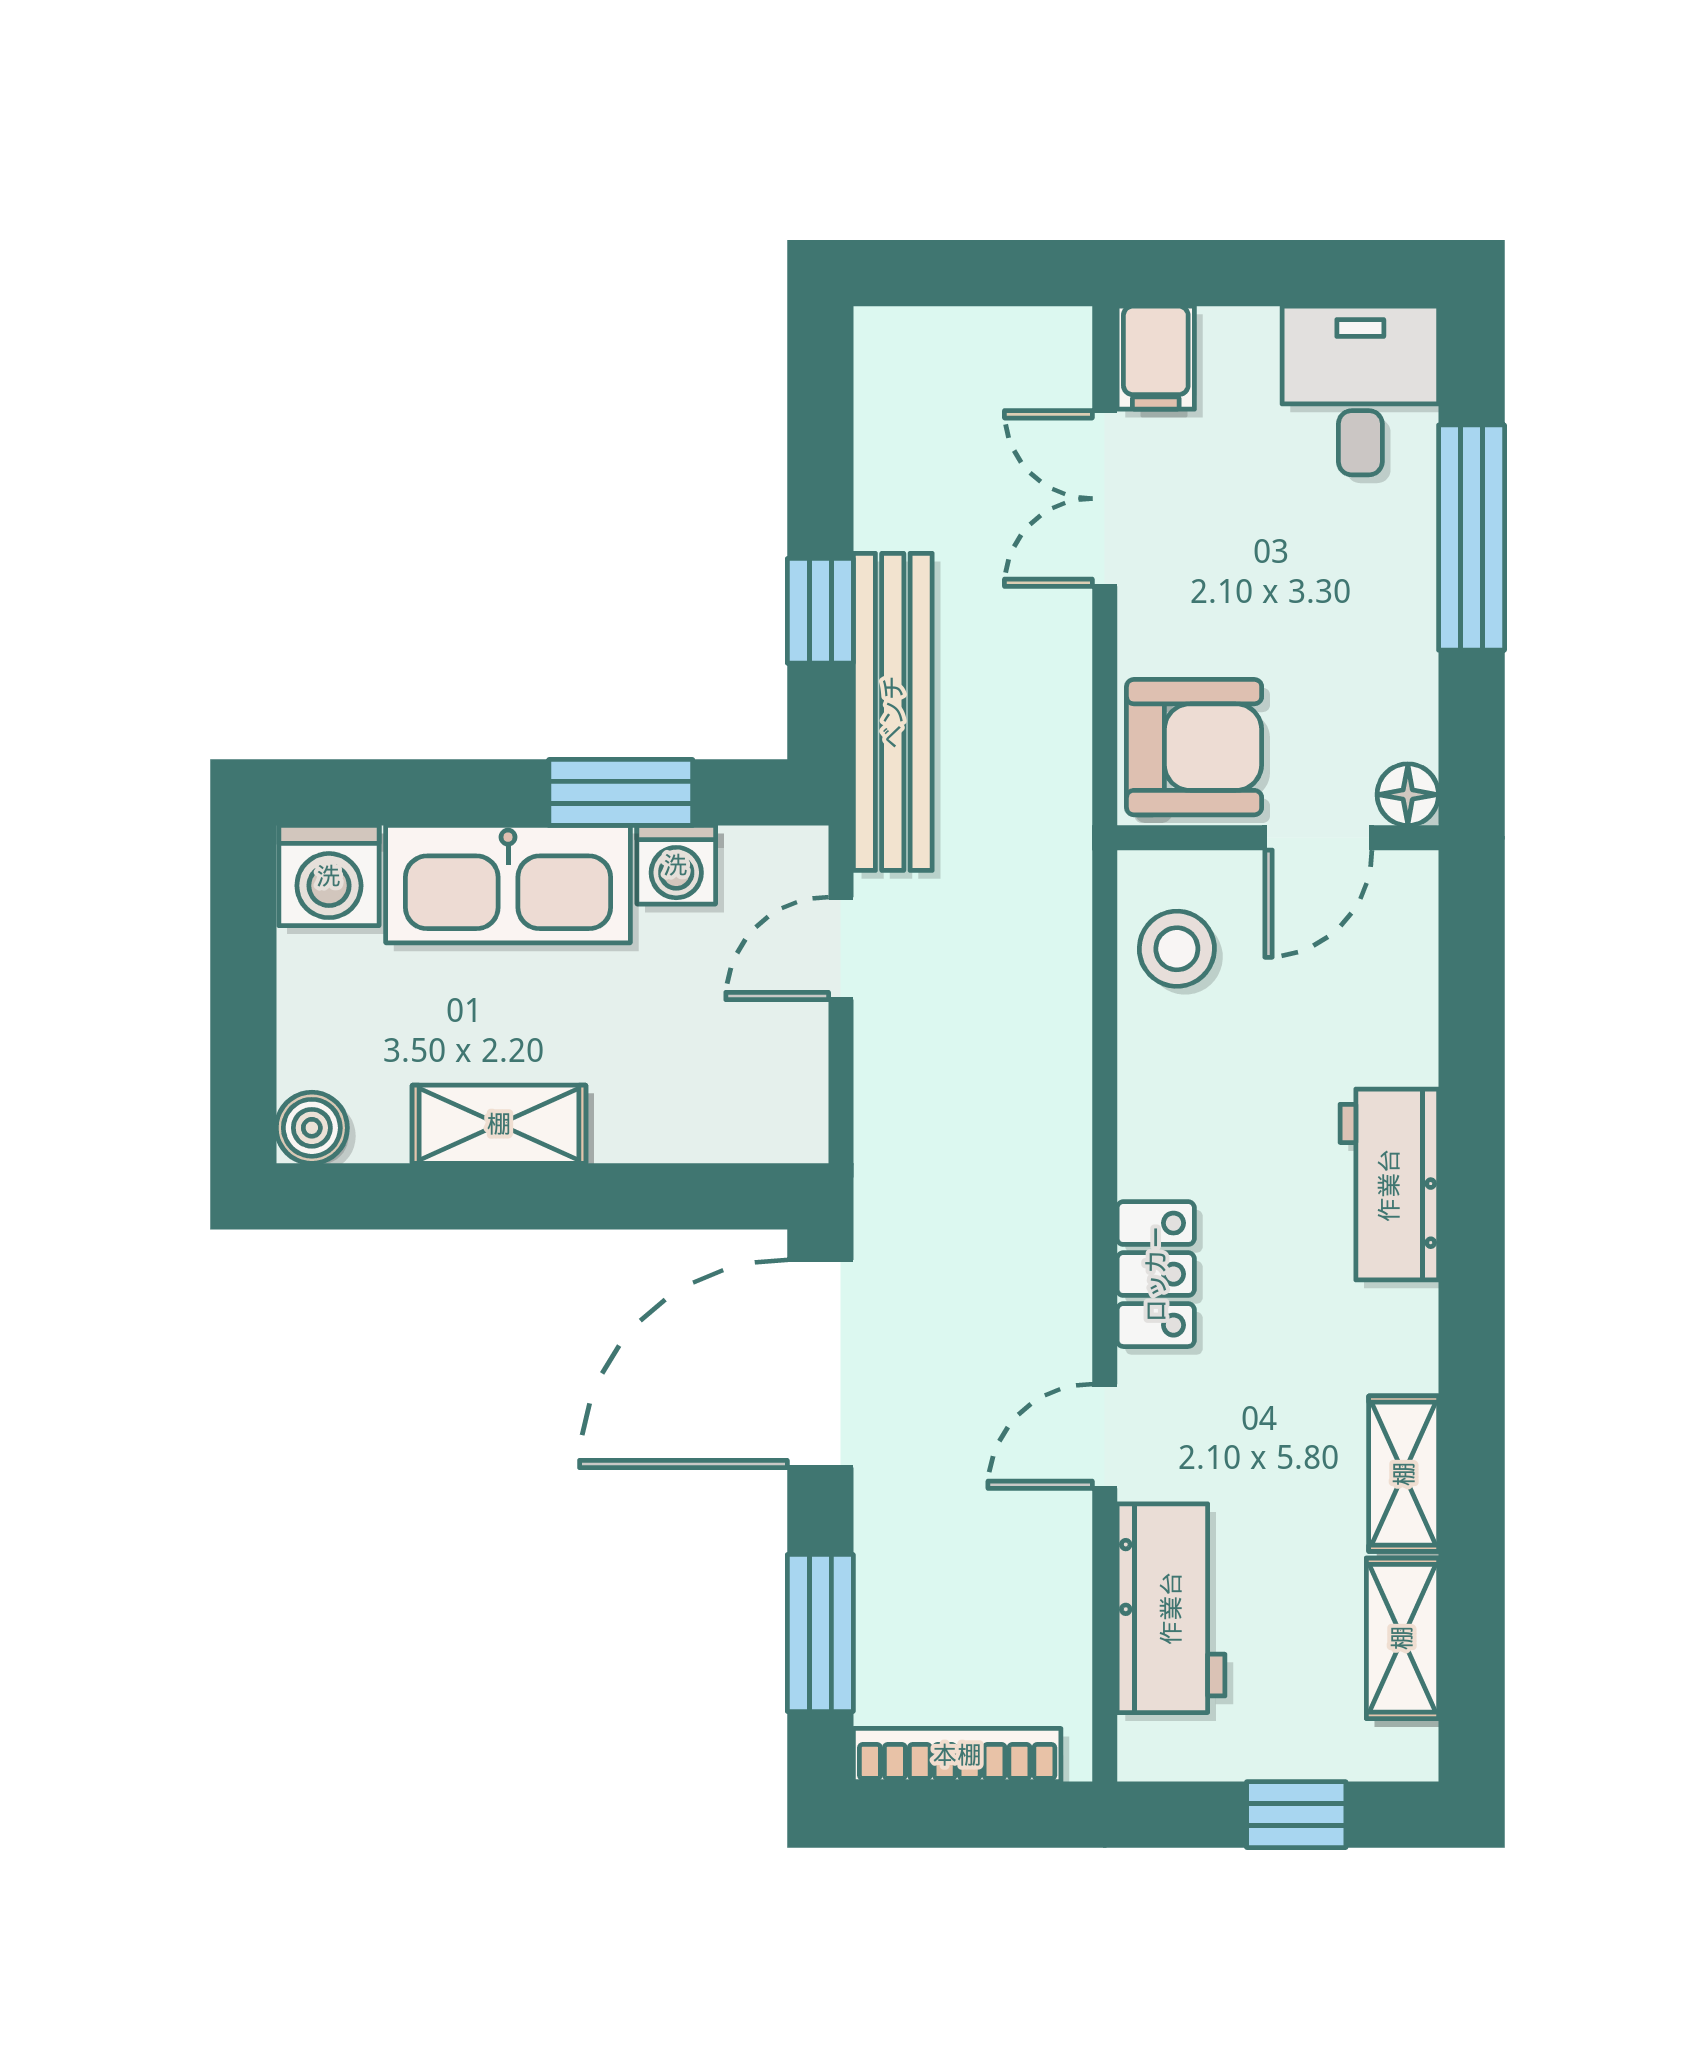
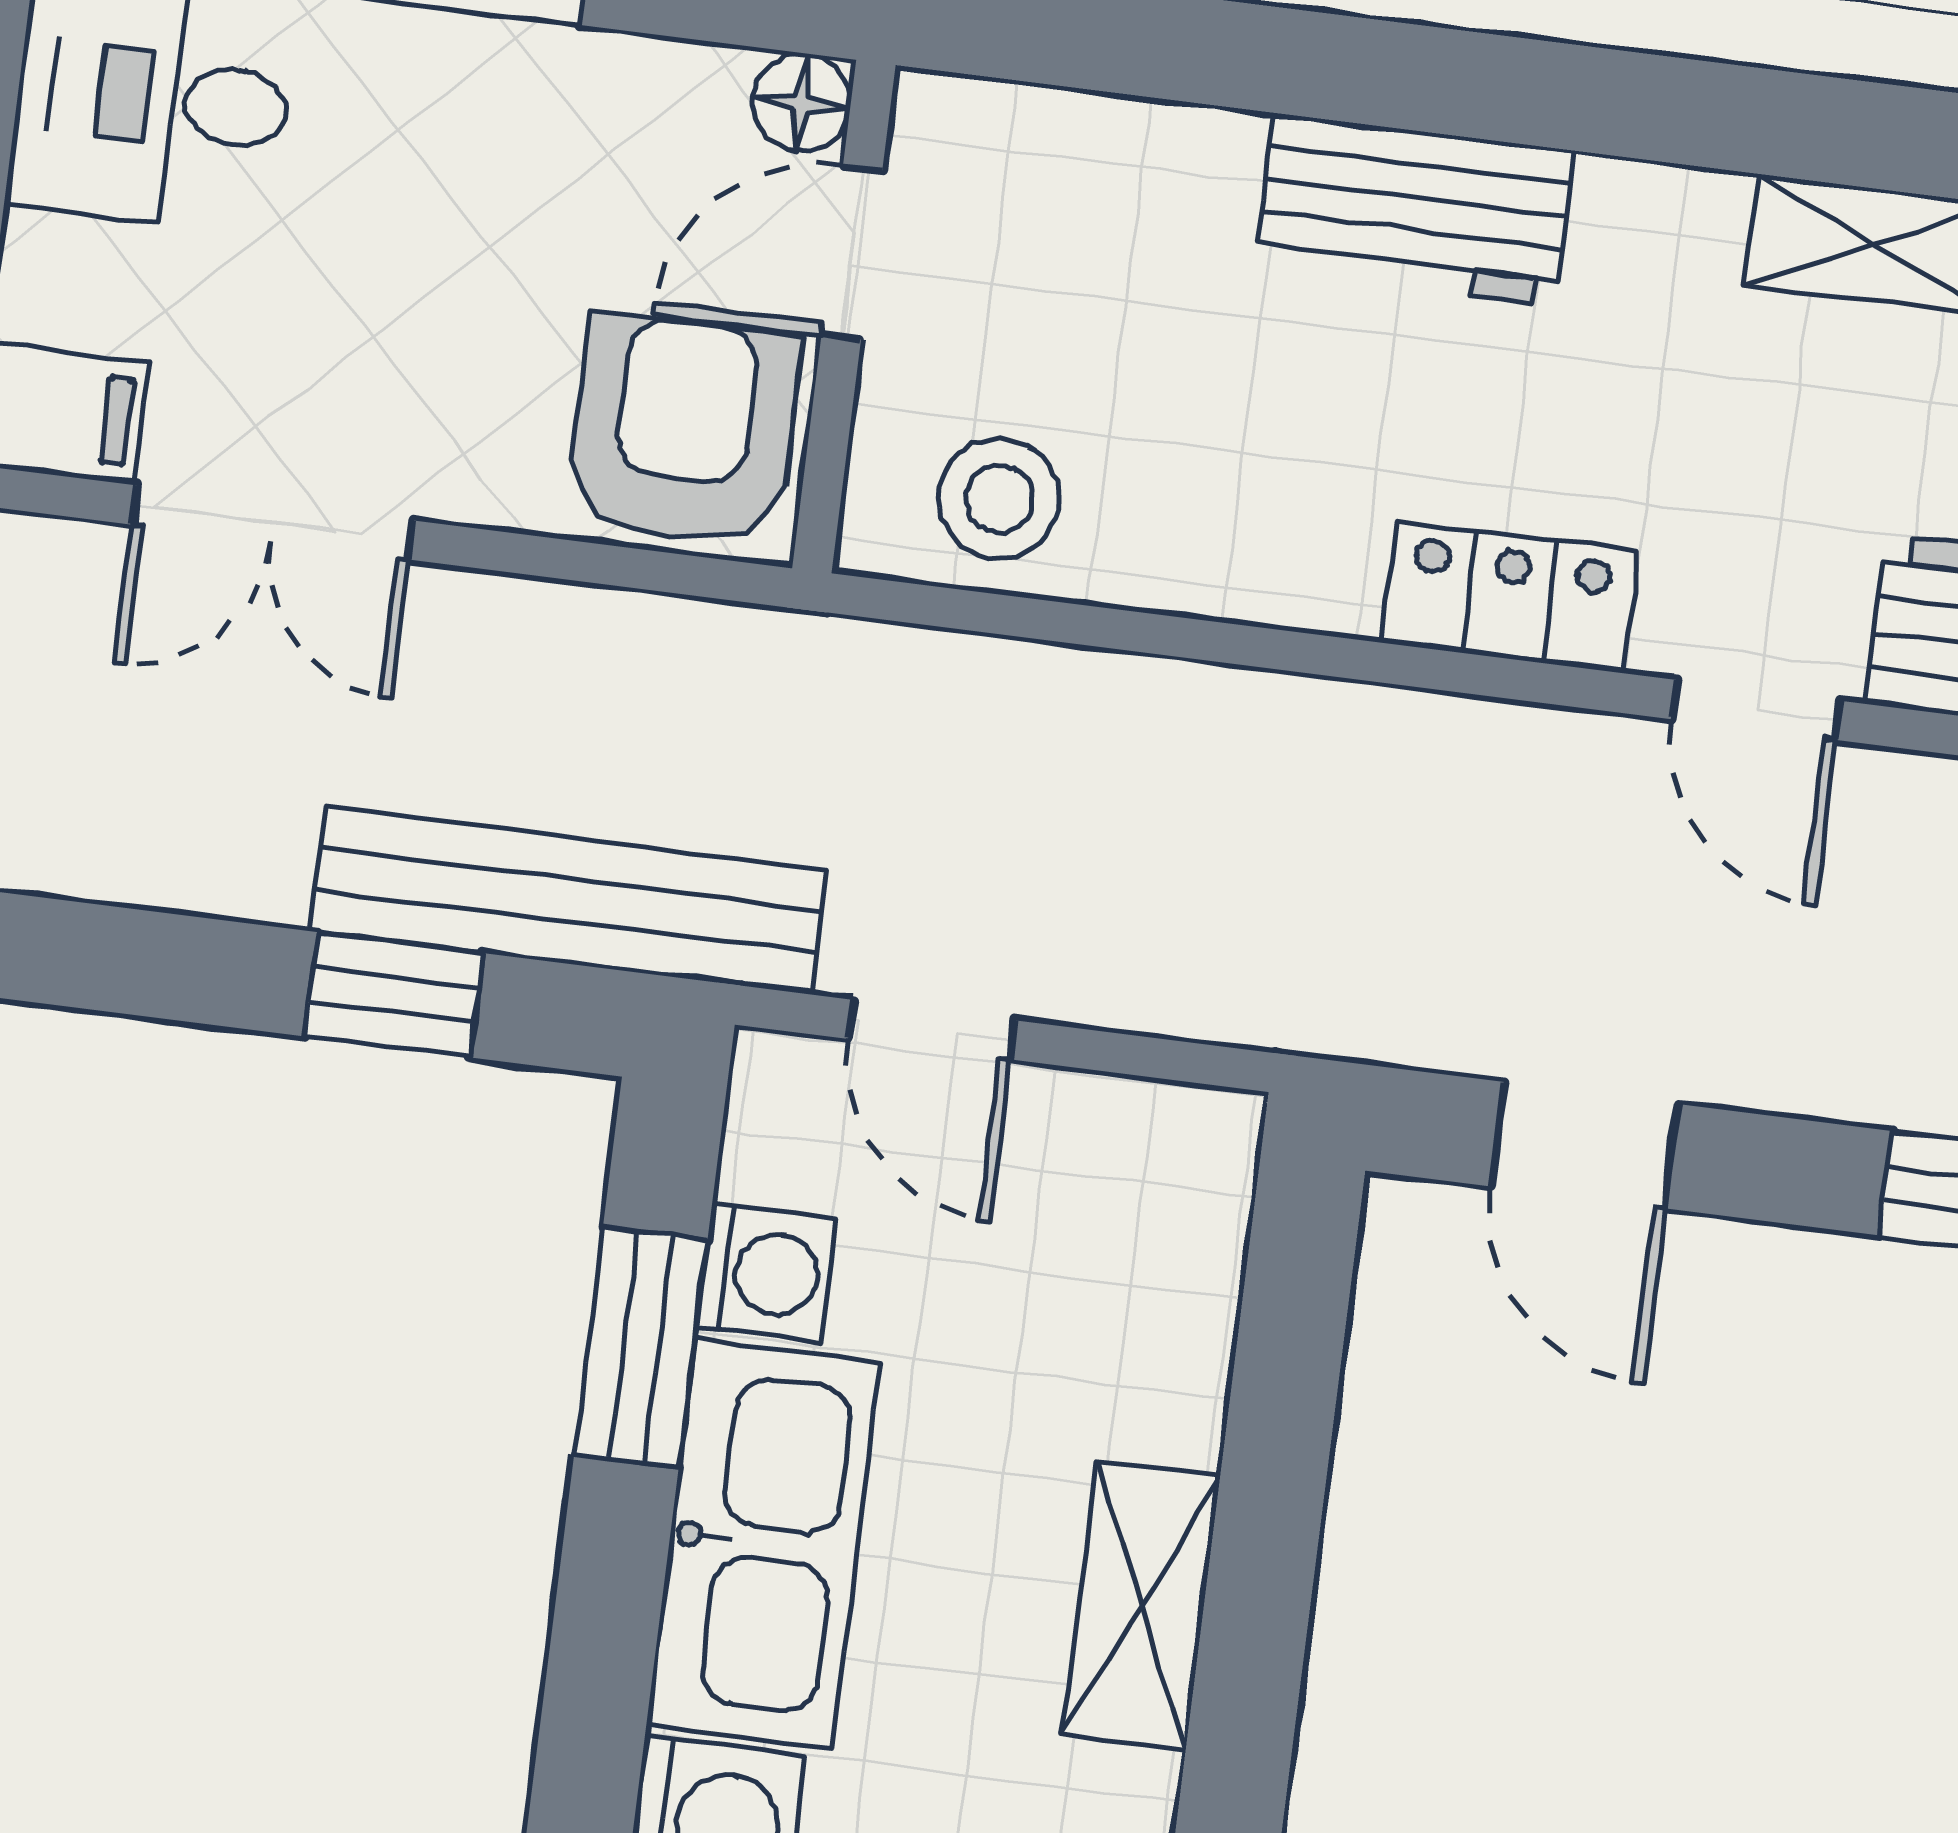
door: (1318, 838) -> (852, 253), swing flipped
door: (820, 1364) -> (1584, 1145), width x0.53

